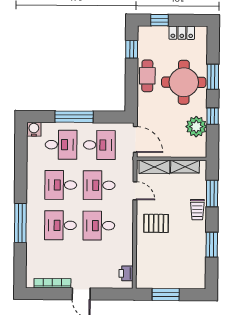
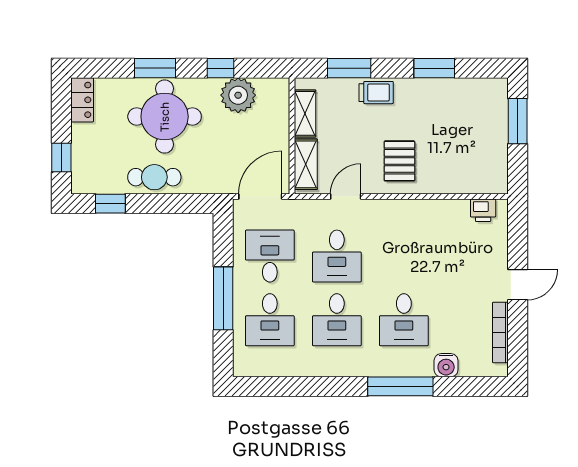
locker: (182, 33) -> (82, 100), moved
water cooler: (34, 129) -> (446, 365), moved, turned -90
desk: (61, 145) -> (270, 320), turned 180
desk: (99, 226) -> (404, 256), removed
window: (166, 294) -> (518, 121), moved

